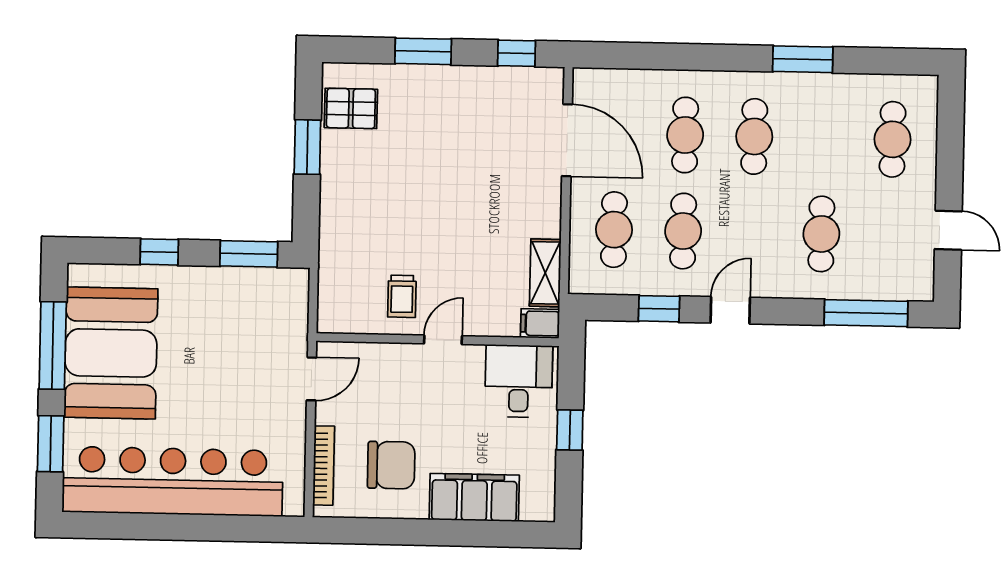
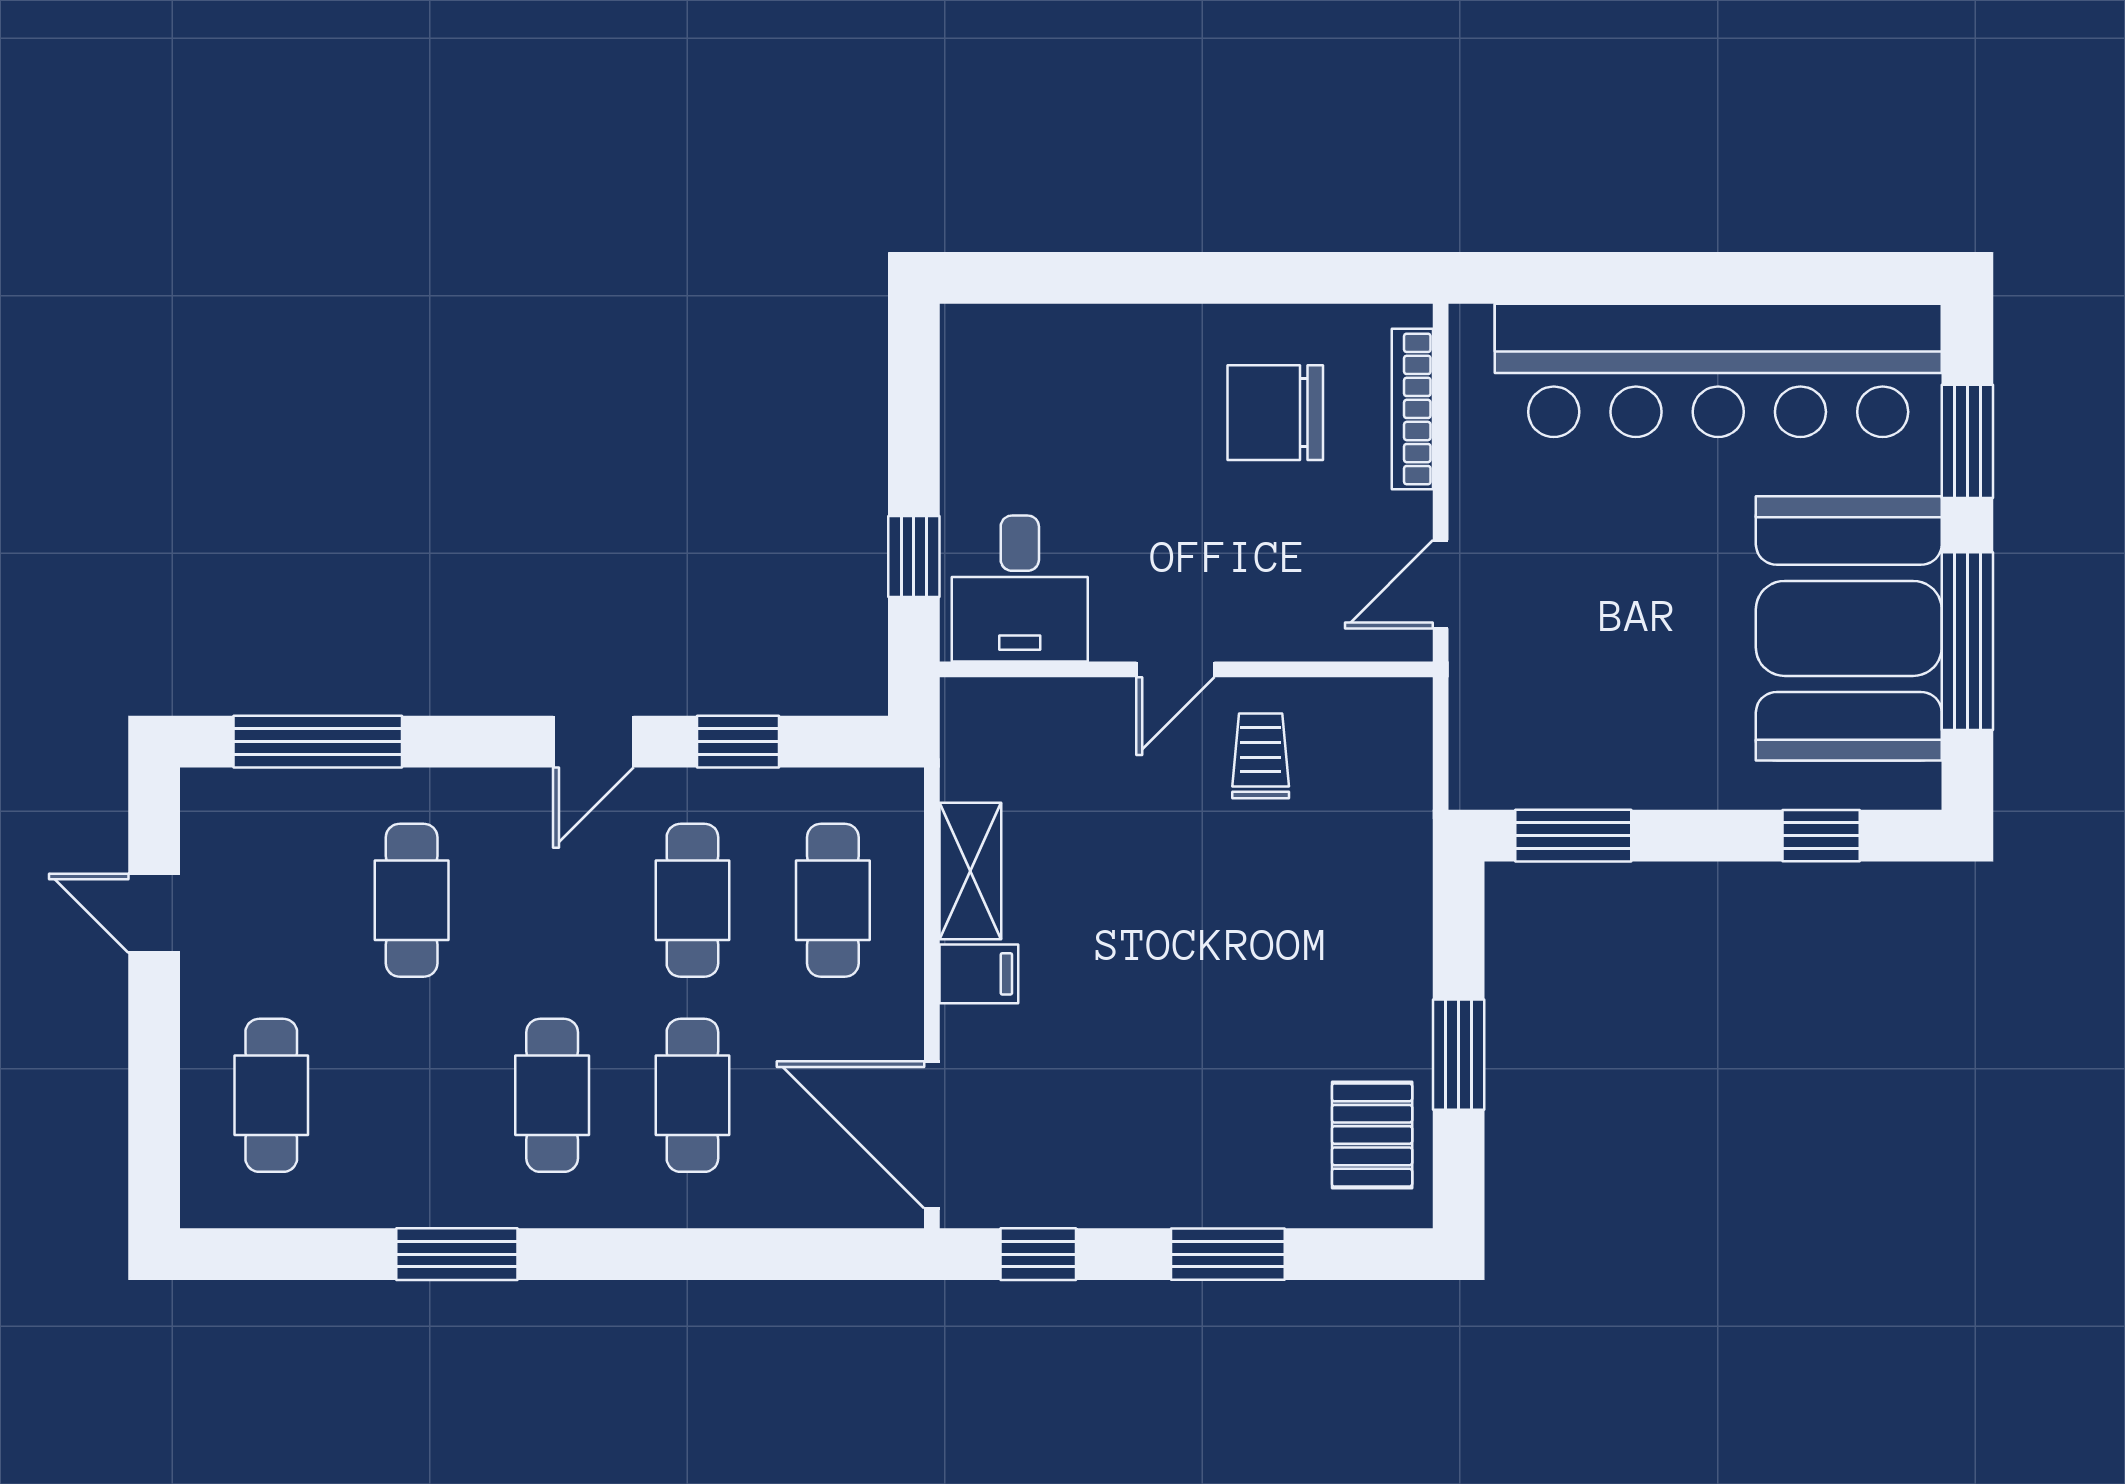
pallet: (351, 108) -> (1372, 1135), turned 90
door: (567, 140) -> (932, 1135), moved
window: (159, 252) -> (1821, 836), moved
shelving: (545, 273) -> (970, 871), moved
filing cabinet: (540, 323) -> (979, 974), moved
window: (570, 430) -> (914, 557), moved
filing cabinet: (474, 497) -> (1105, 351), removed

